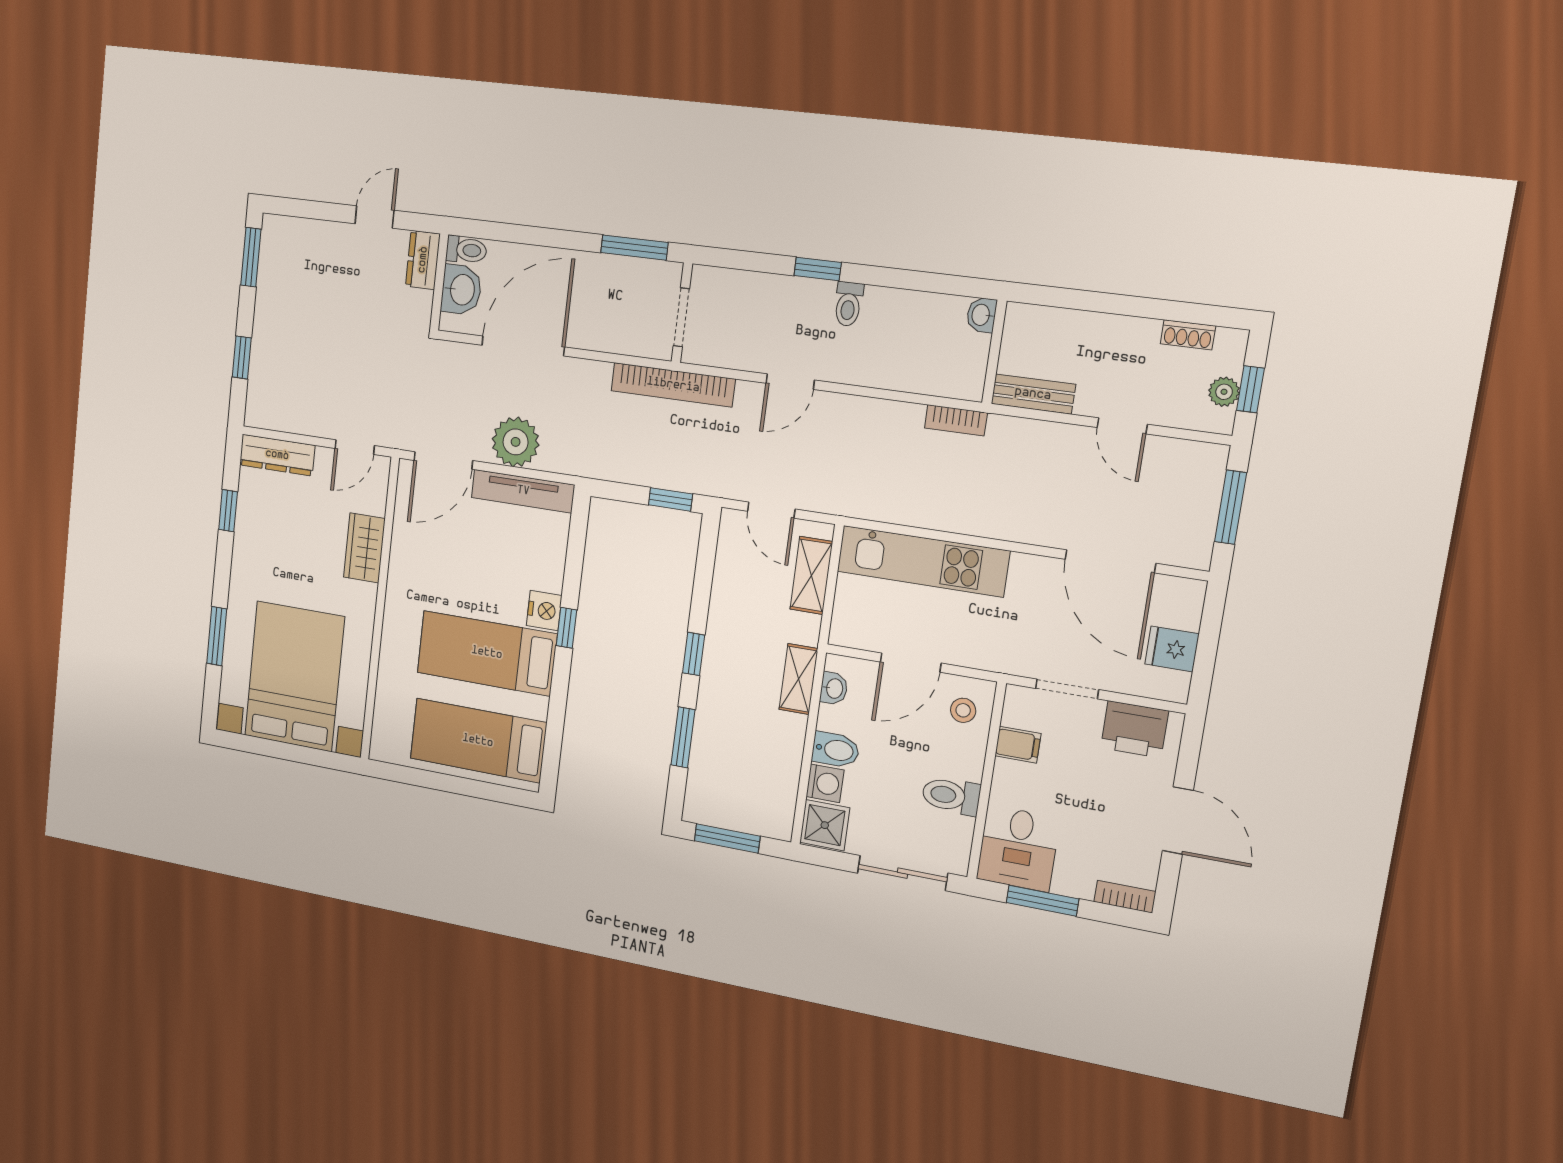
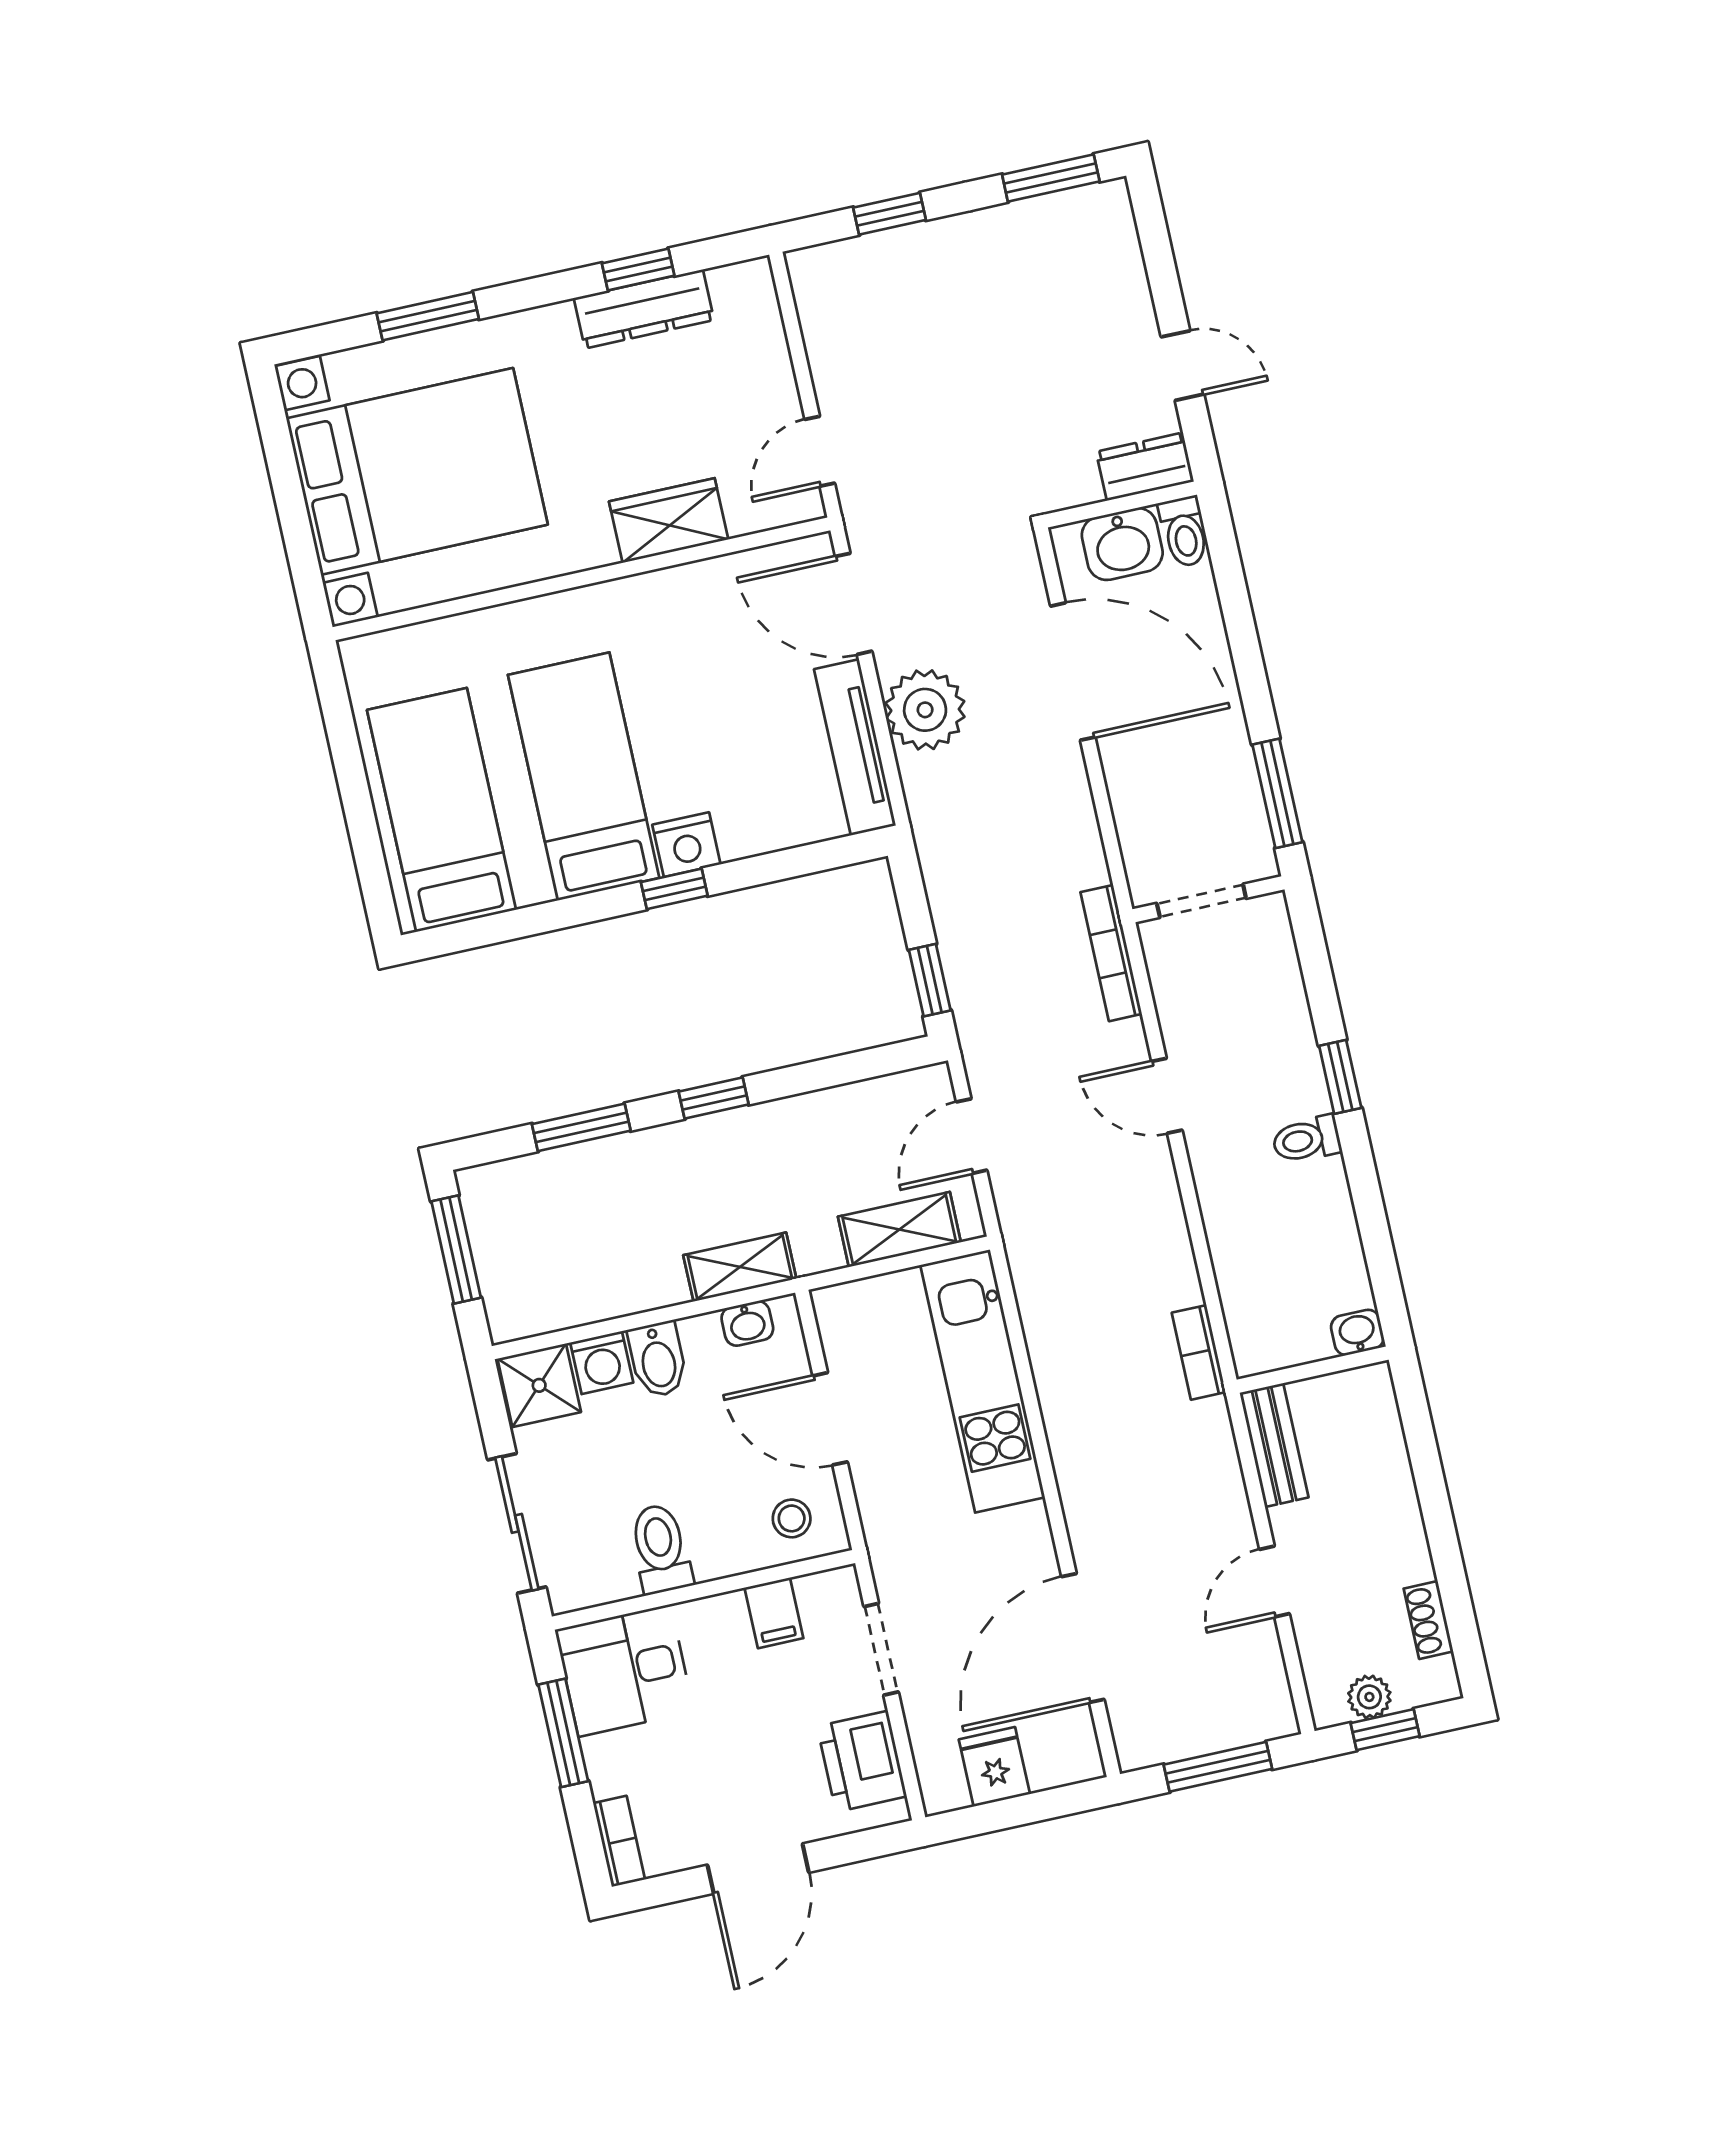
bookcase: (673, 385) -> (1111, 953), width x0.68, depth x0.76
door: (355, 447) -> (820, 451), hinge flipped
dresser: (277, 455) -> (644, 309), moved, turned -90

